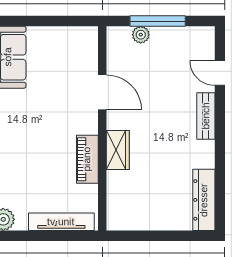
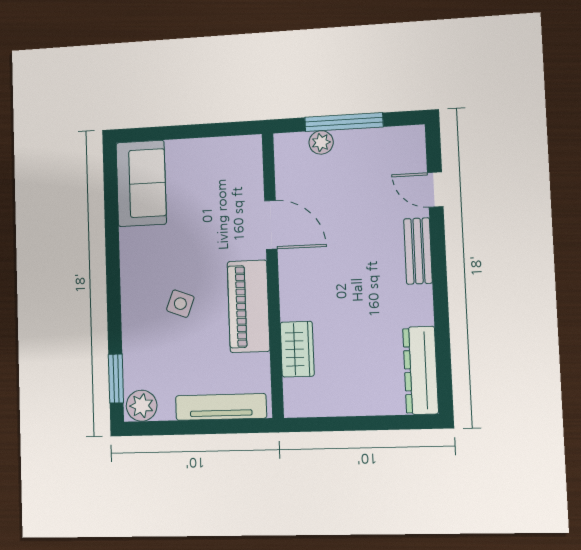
side table: (34, 147) -> (180, 304), added
wardrobe: (118, 150) -> (297, 349), moved
piano: (87, 159) -> (249, 306), width x1.37, depth x1.33

